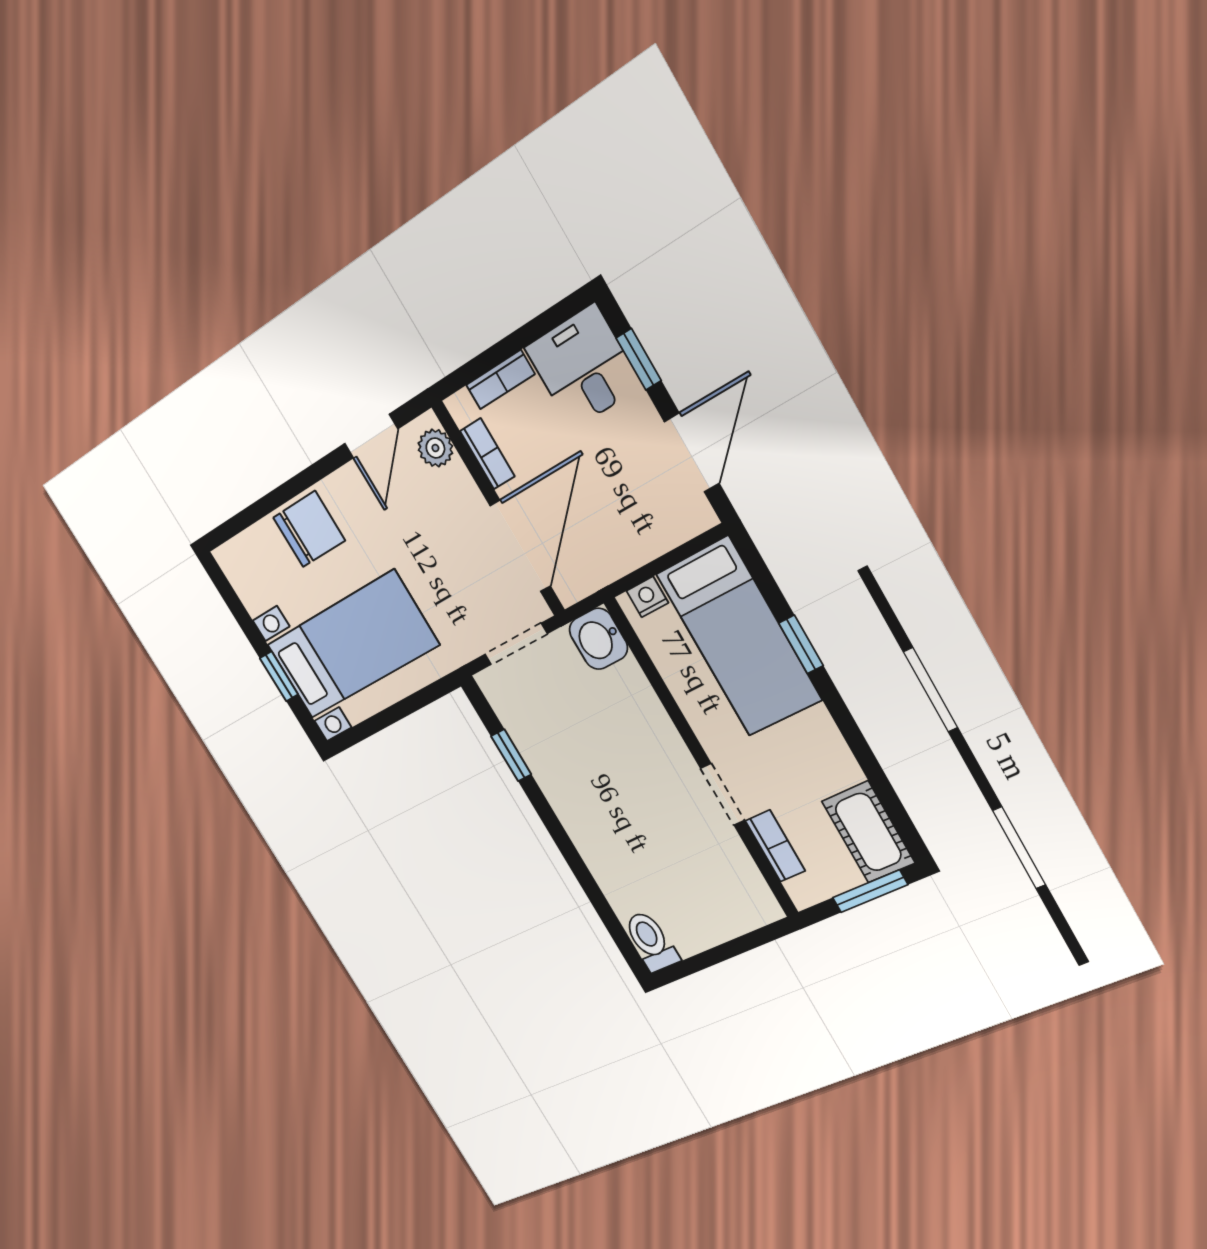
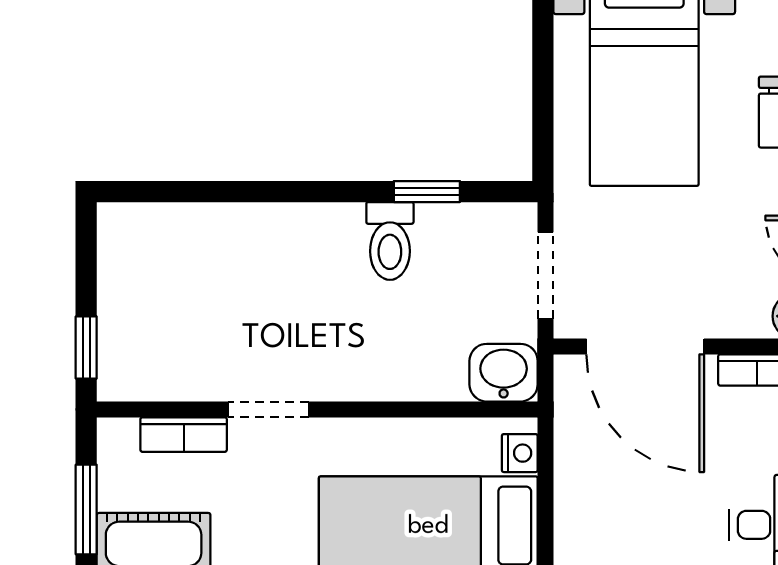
window: (753, 940) -> (86, 348), added
toilet: (651, 941) -> (390, 241), moved, turned 90

